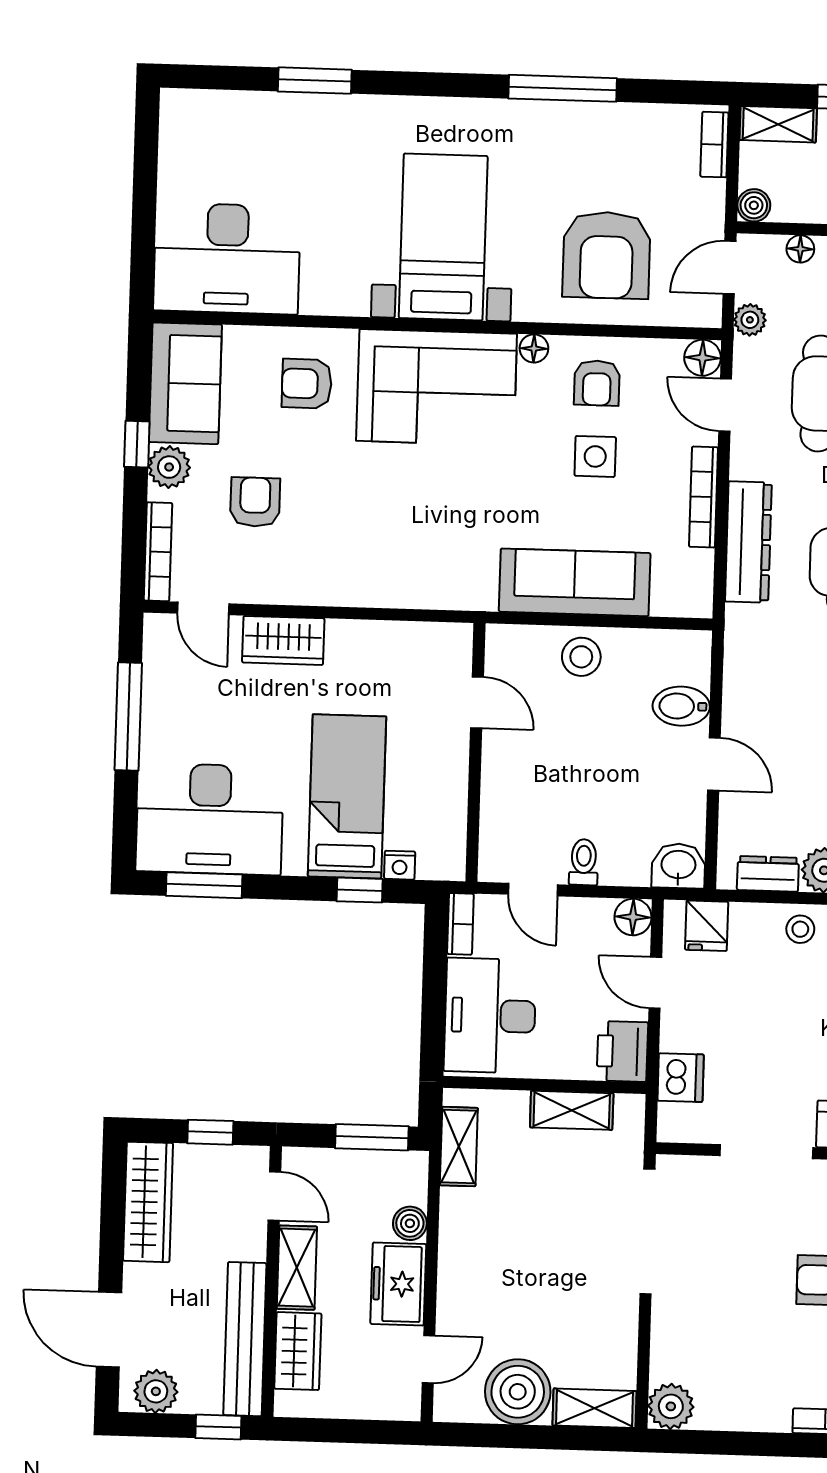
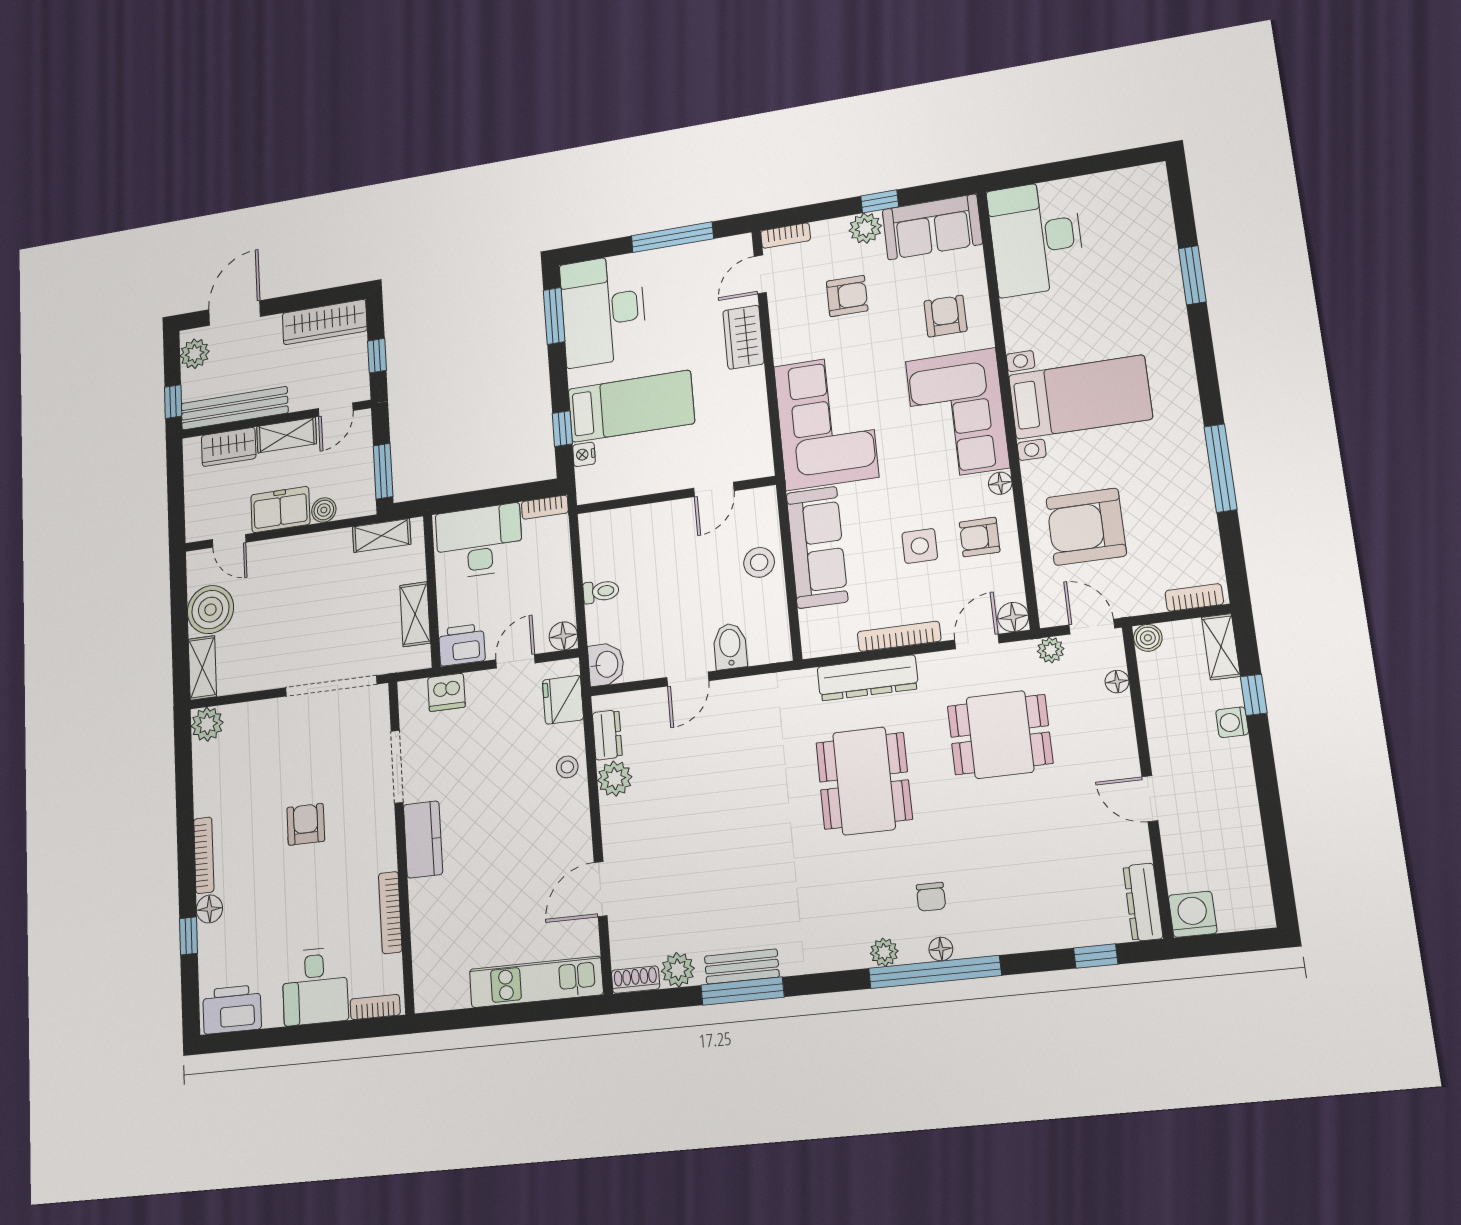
corner sofa: (415, 550) -> (826, 422), added
bookcase: (158, 552) -> (786, 236), width x0.64
door: (533, 890) -> (576, 557), removed
fridge: (707, 926) -> (563, 700), width x1.38

